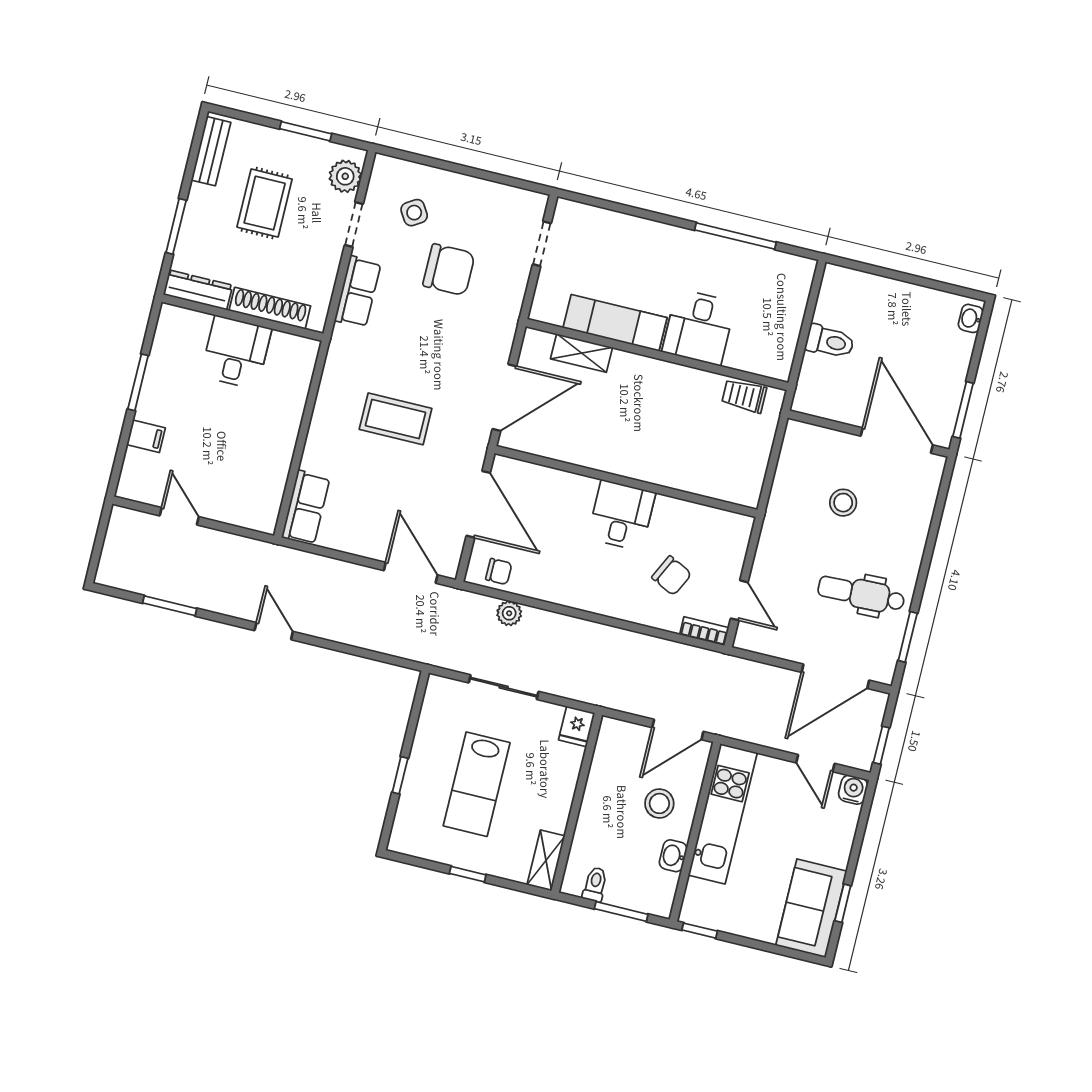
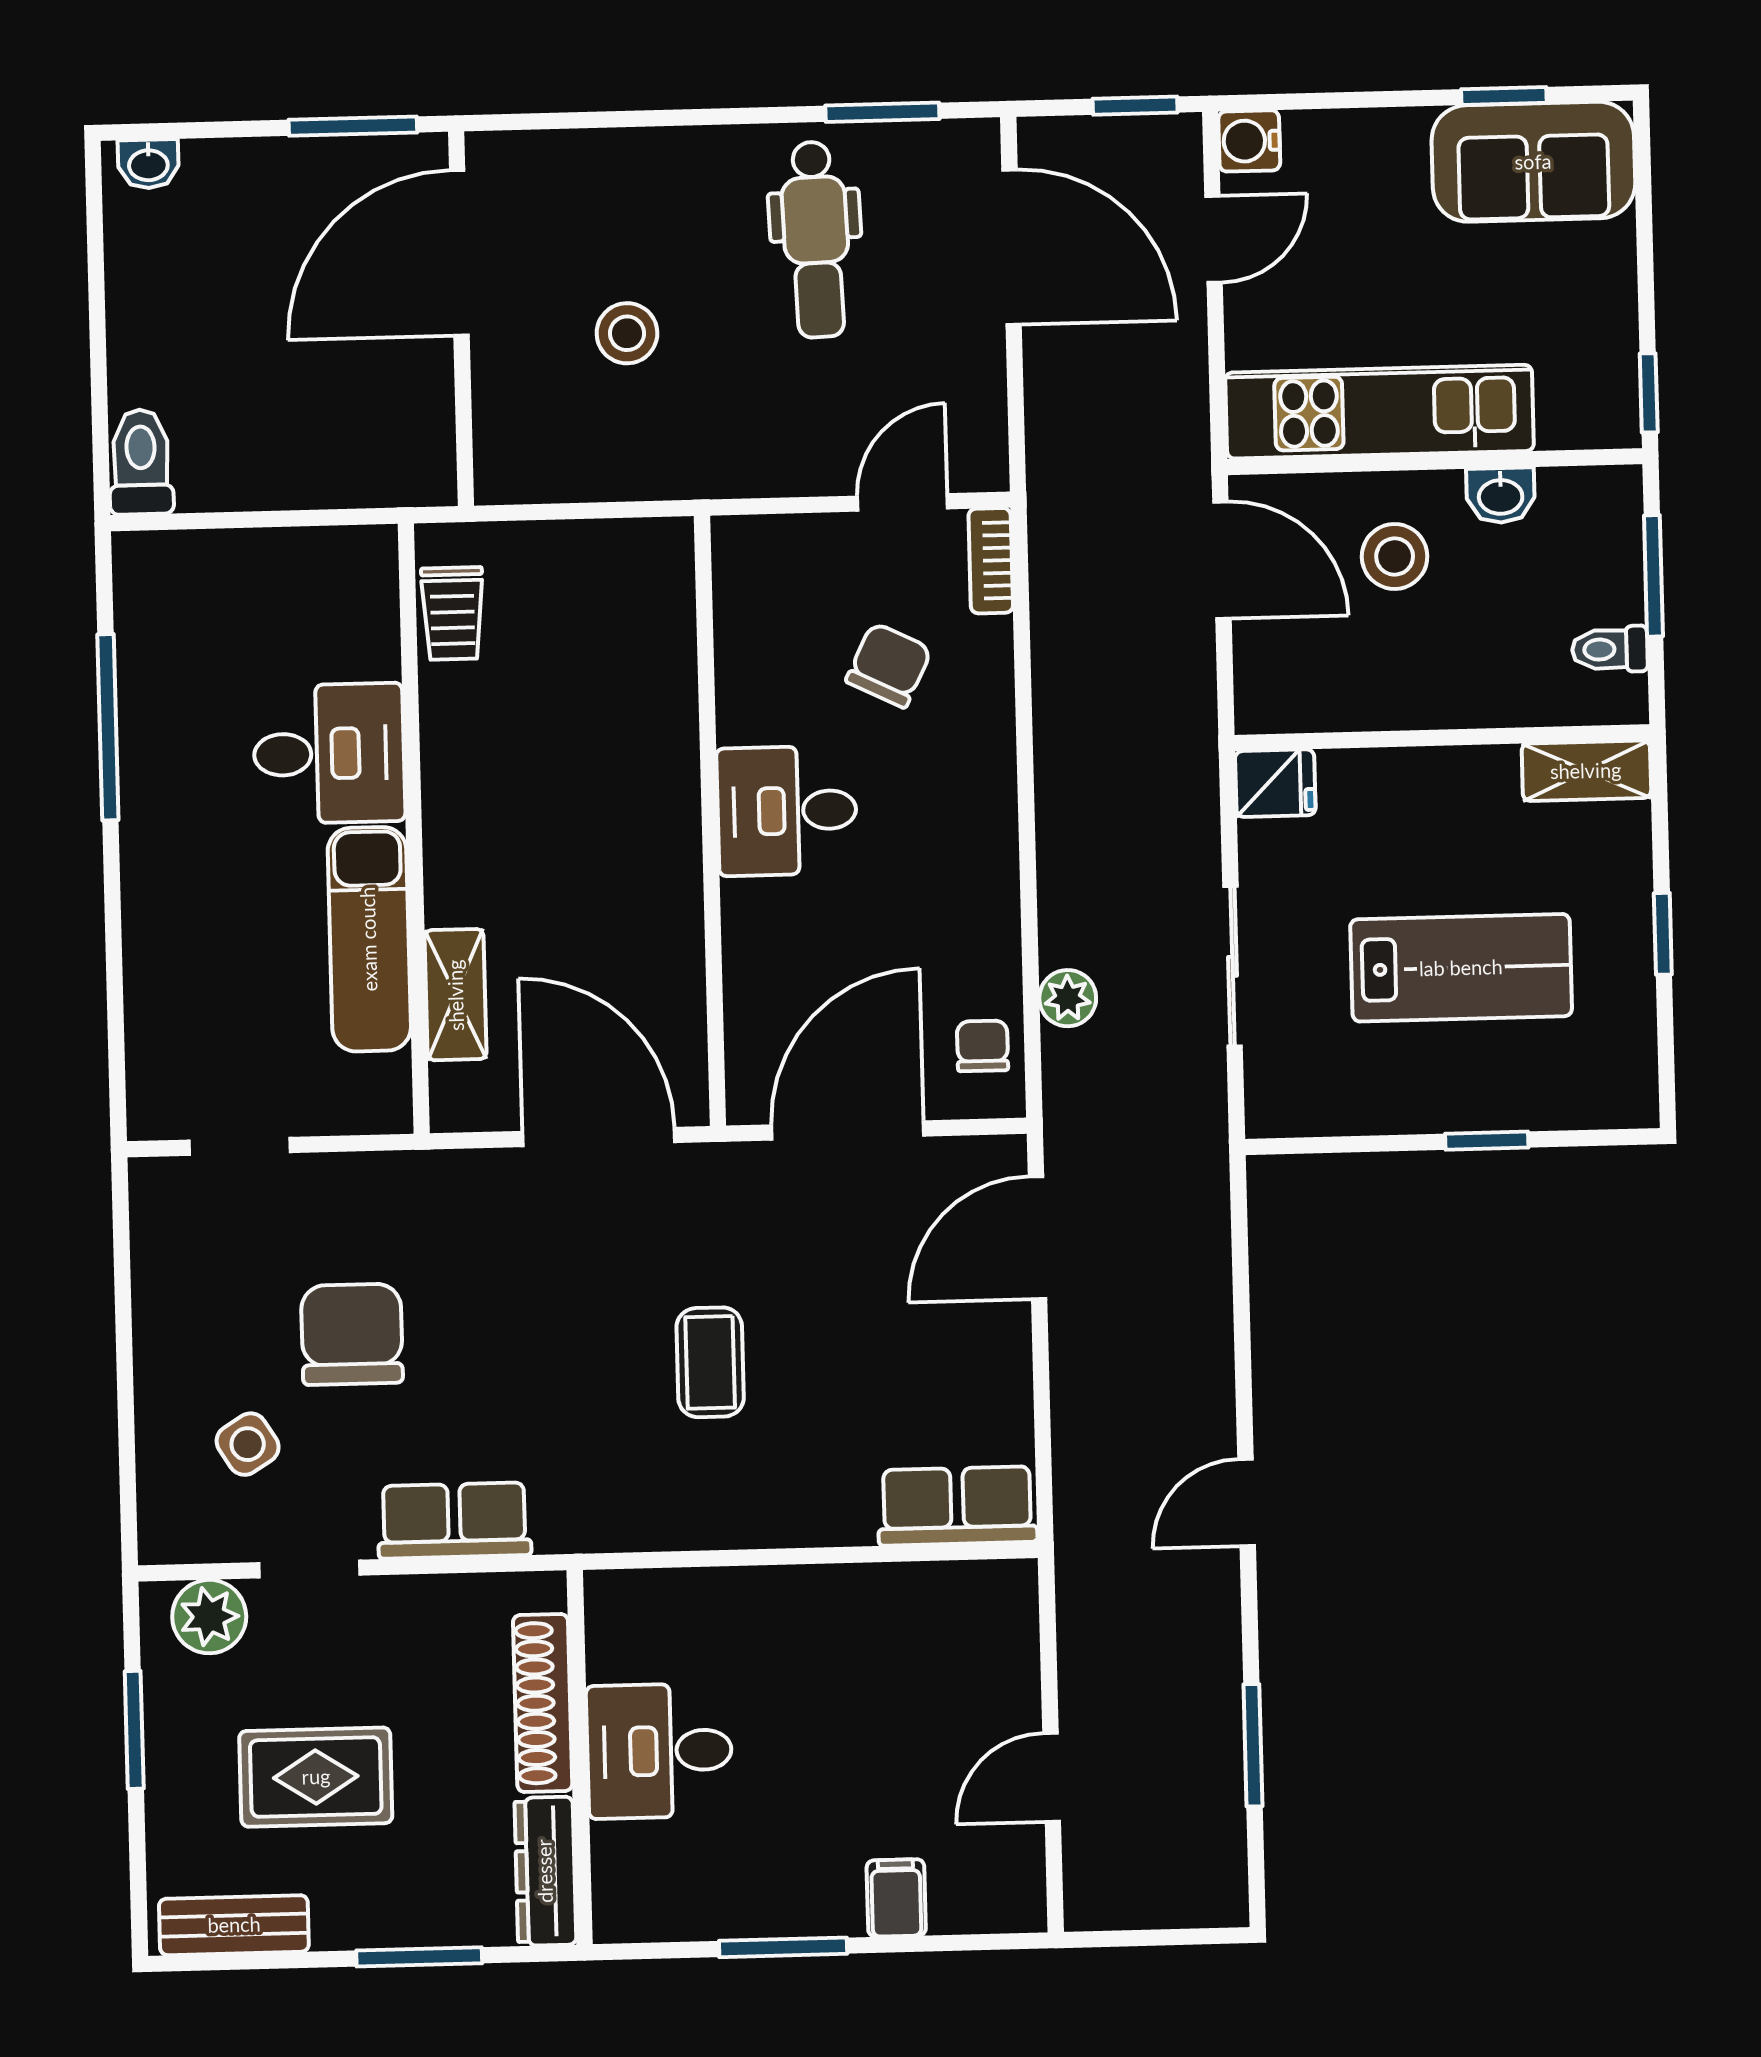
toilet: (830, 342) -> (141, 462), moved
coffee table: (396, 419) -> (710, 1362), width x0.73, depth x0.77

